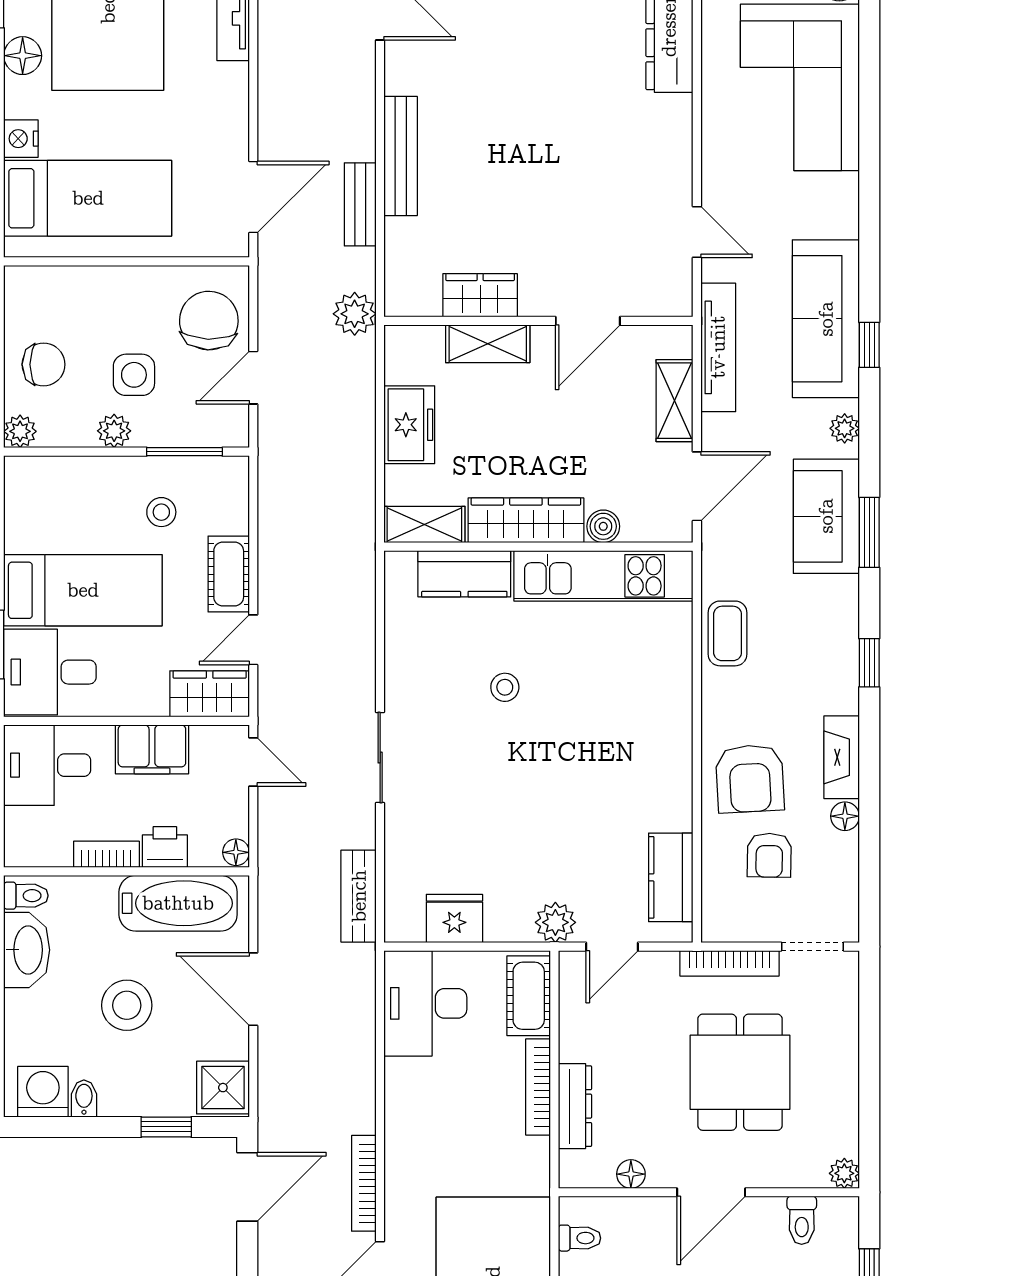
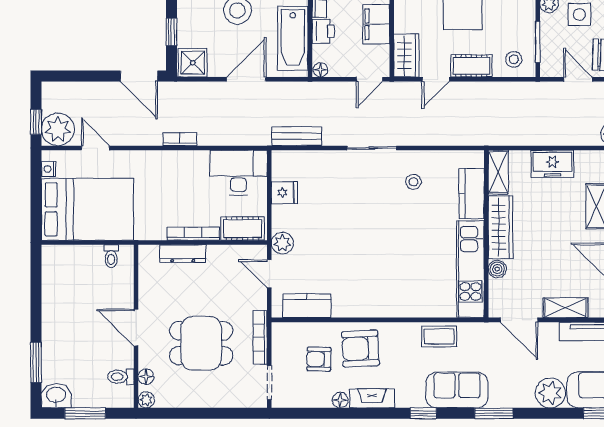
plant: (845, 428) -> (550, 393), width x1.87, depth x1.87
stool: (161, 512) -> (514, 59), moved
sofa: (826, 516) -> (457, 390), moved
door: (253, 640) -> (436, 79), swing flipped
stool: (505, 687) -> (413, 182), moved
fridge: (454, 919) -> (284, 193), width x0.72
floor lamp: (631, 1174) -> (146, 377), moved
bookcase: (364, 1183) -> (180, 139), moved, width x0.64

